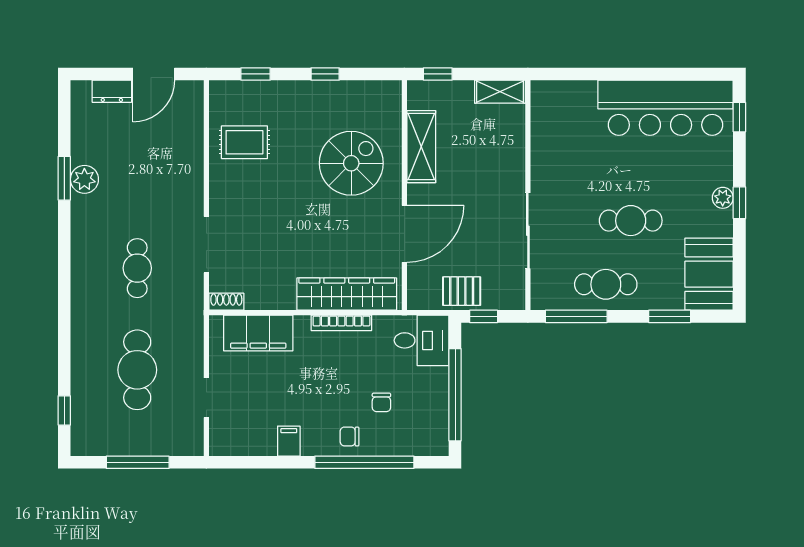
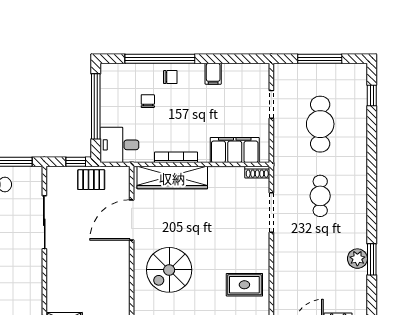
shelving: (421, 147) -> (120, 282), removed

